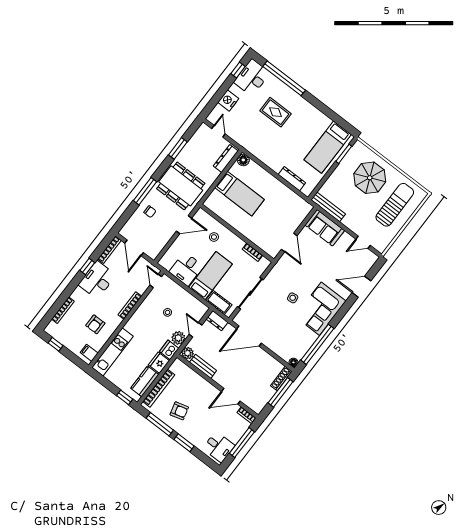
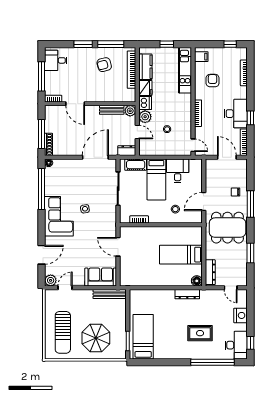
dresser: (292, 179) -> (187, 294), moved
plant: (371, 258) -> (51, 280), added
door: (231, 396) -> (75, 104), swing flipped
window: (125, 397) -> (167, 44), moved

